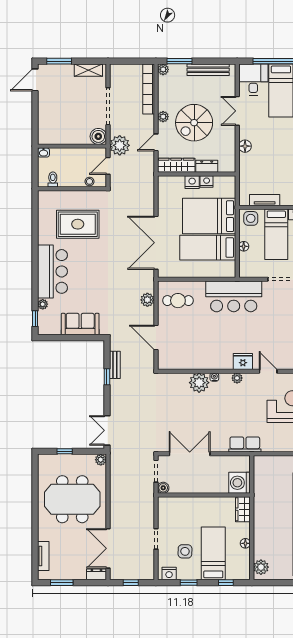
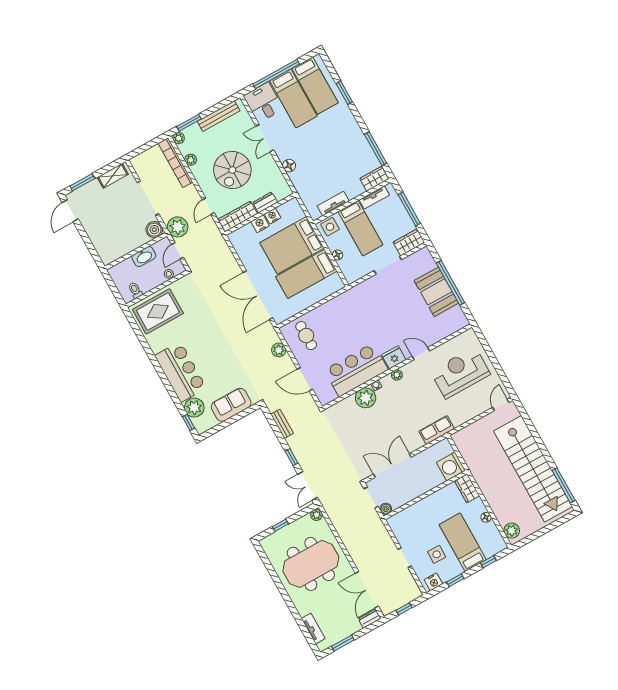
plant: (163, 117) -> (191, 160), moved
washbasin: (44, 152) -> (144, 256), moved, width x1.91, depth x1.45
rug: (78, 224) -> (158, 311), moved
bar counter: (234, 296) -> (356, 370), moved, turned 180
cafe table: (178, 301) -> (306, 336), turned 90
plant: (43, 304) -> (194, 408), width x1.88, depth x1.88
window: (107, 377) -> (291, 457), moved

